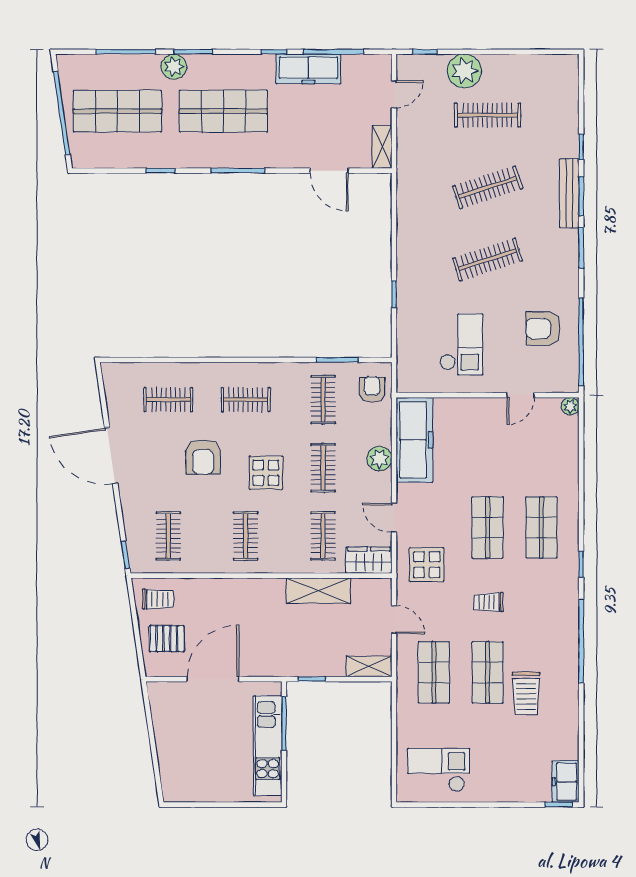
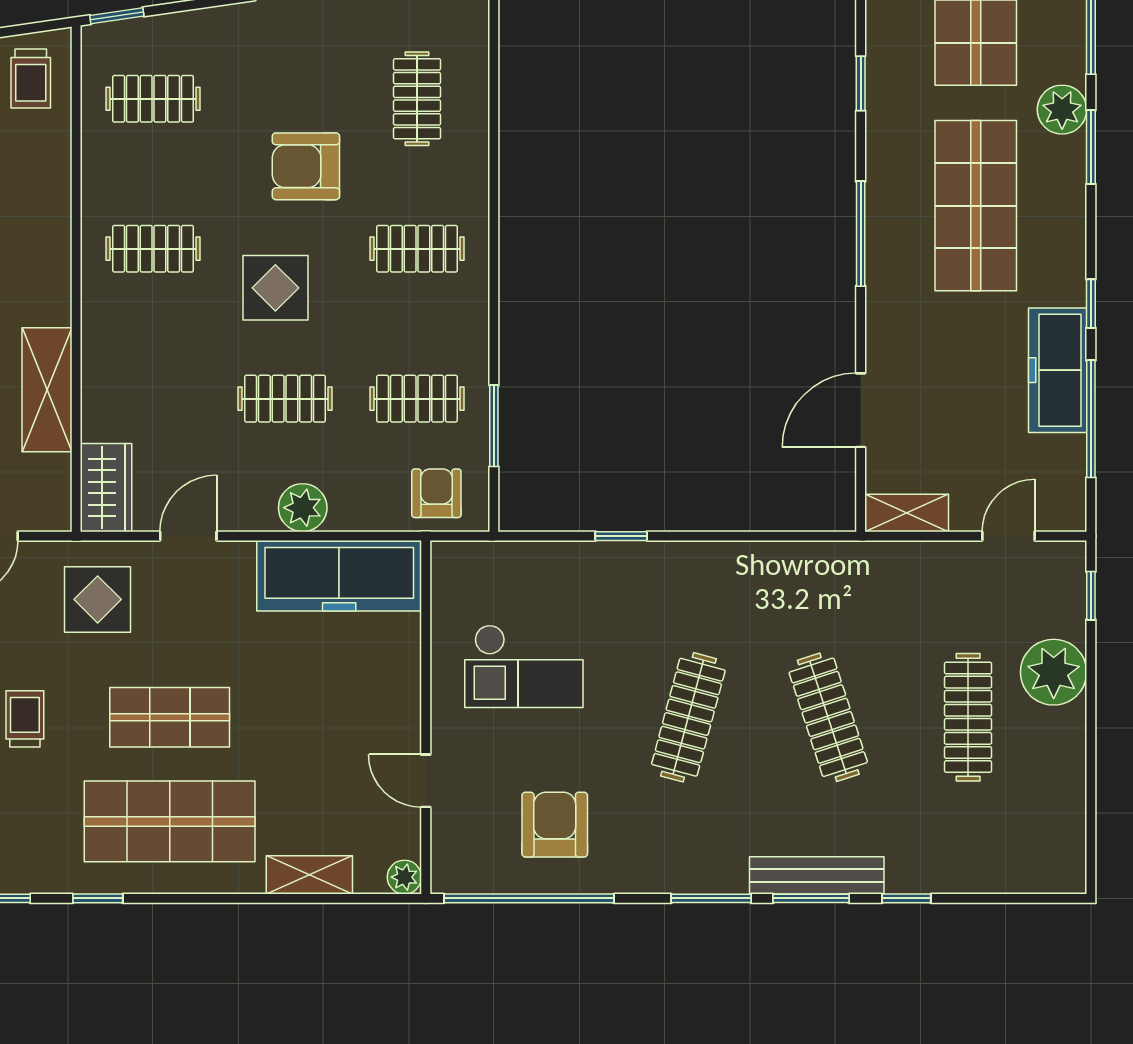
door: (394, 94) -> (1008, 536), swing flipped
clothes rail: (488, 260) -> (688, 717), turned 33
armchair: (372, 390) -> (436, 493), turned -90
clothes rail: (246, 400) -> (417, 249), turned 90
shelving: (569, 455) -> (309, 875), added
shop shelf: (541, 527) -> (170, 821), width x1.43, depth x1.36
clothes rail: (323, 536) -> (153, 399), removed

